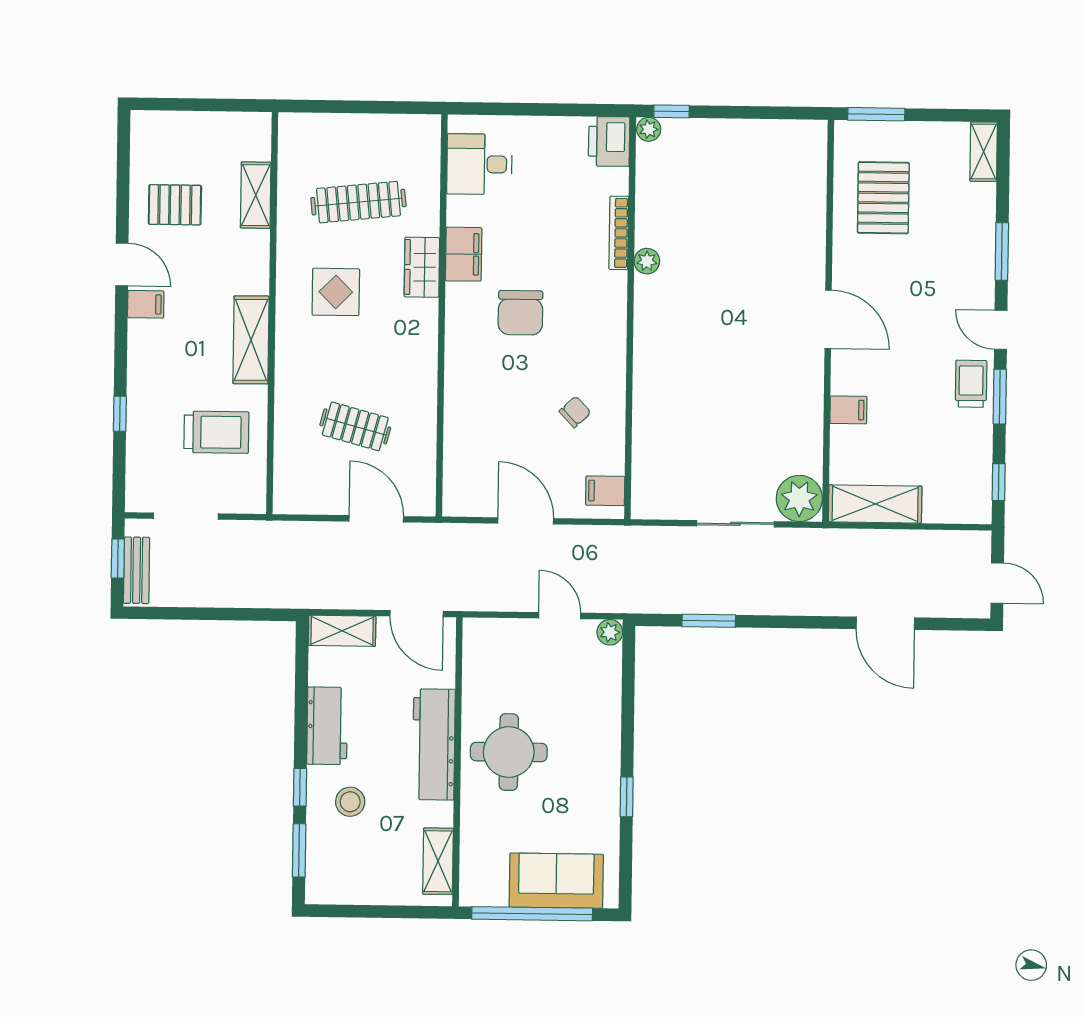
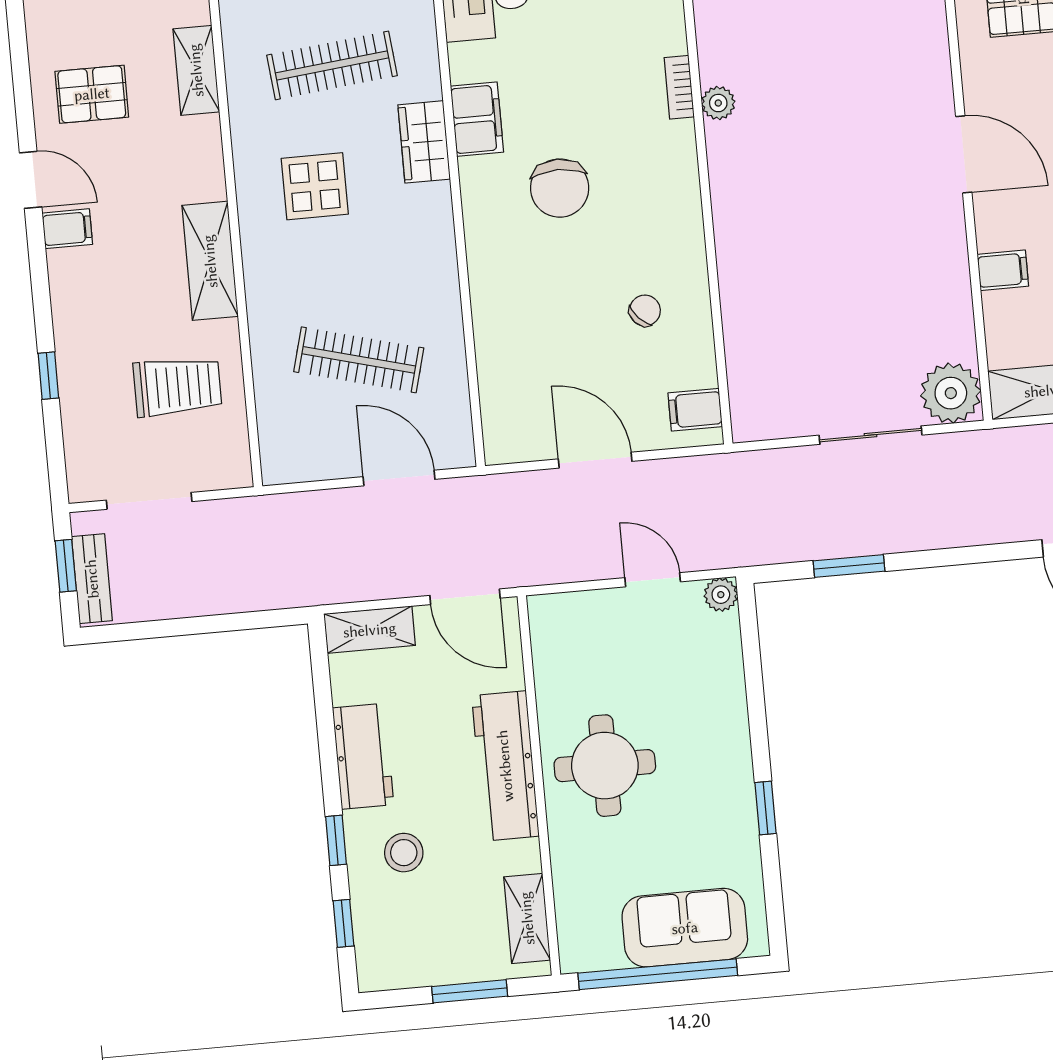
bookcase: (619, 233) -> (679, 87), width x0.64
clothes rail: (355, 426) -> (359, 360), width x1.36
window: (299, 850) -> (344, 923), width x0.67
window: (389, 912) -> (470, 991), added

